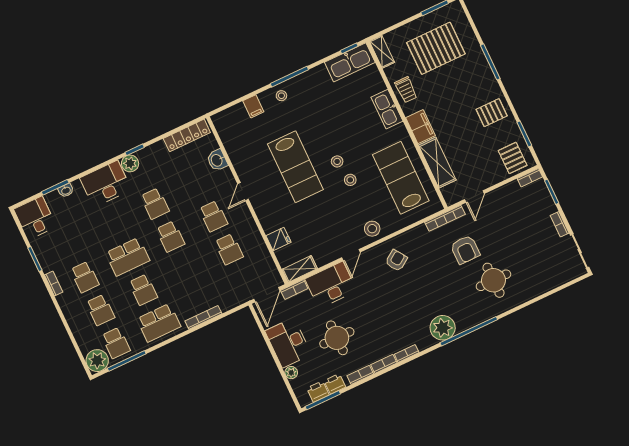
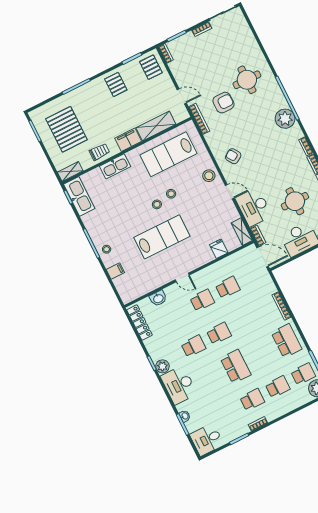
pallet: (513, 158) -> (151, 67), turned 90
school desk: (143, 290) -> (261, 354), removed

